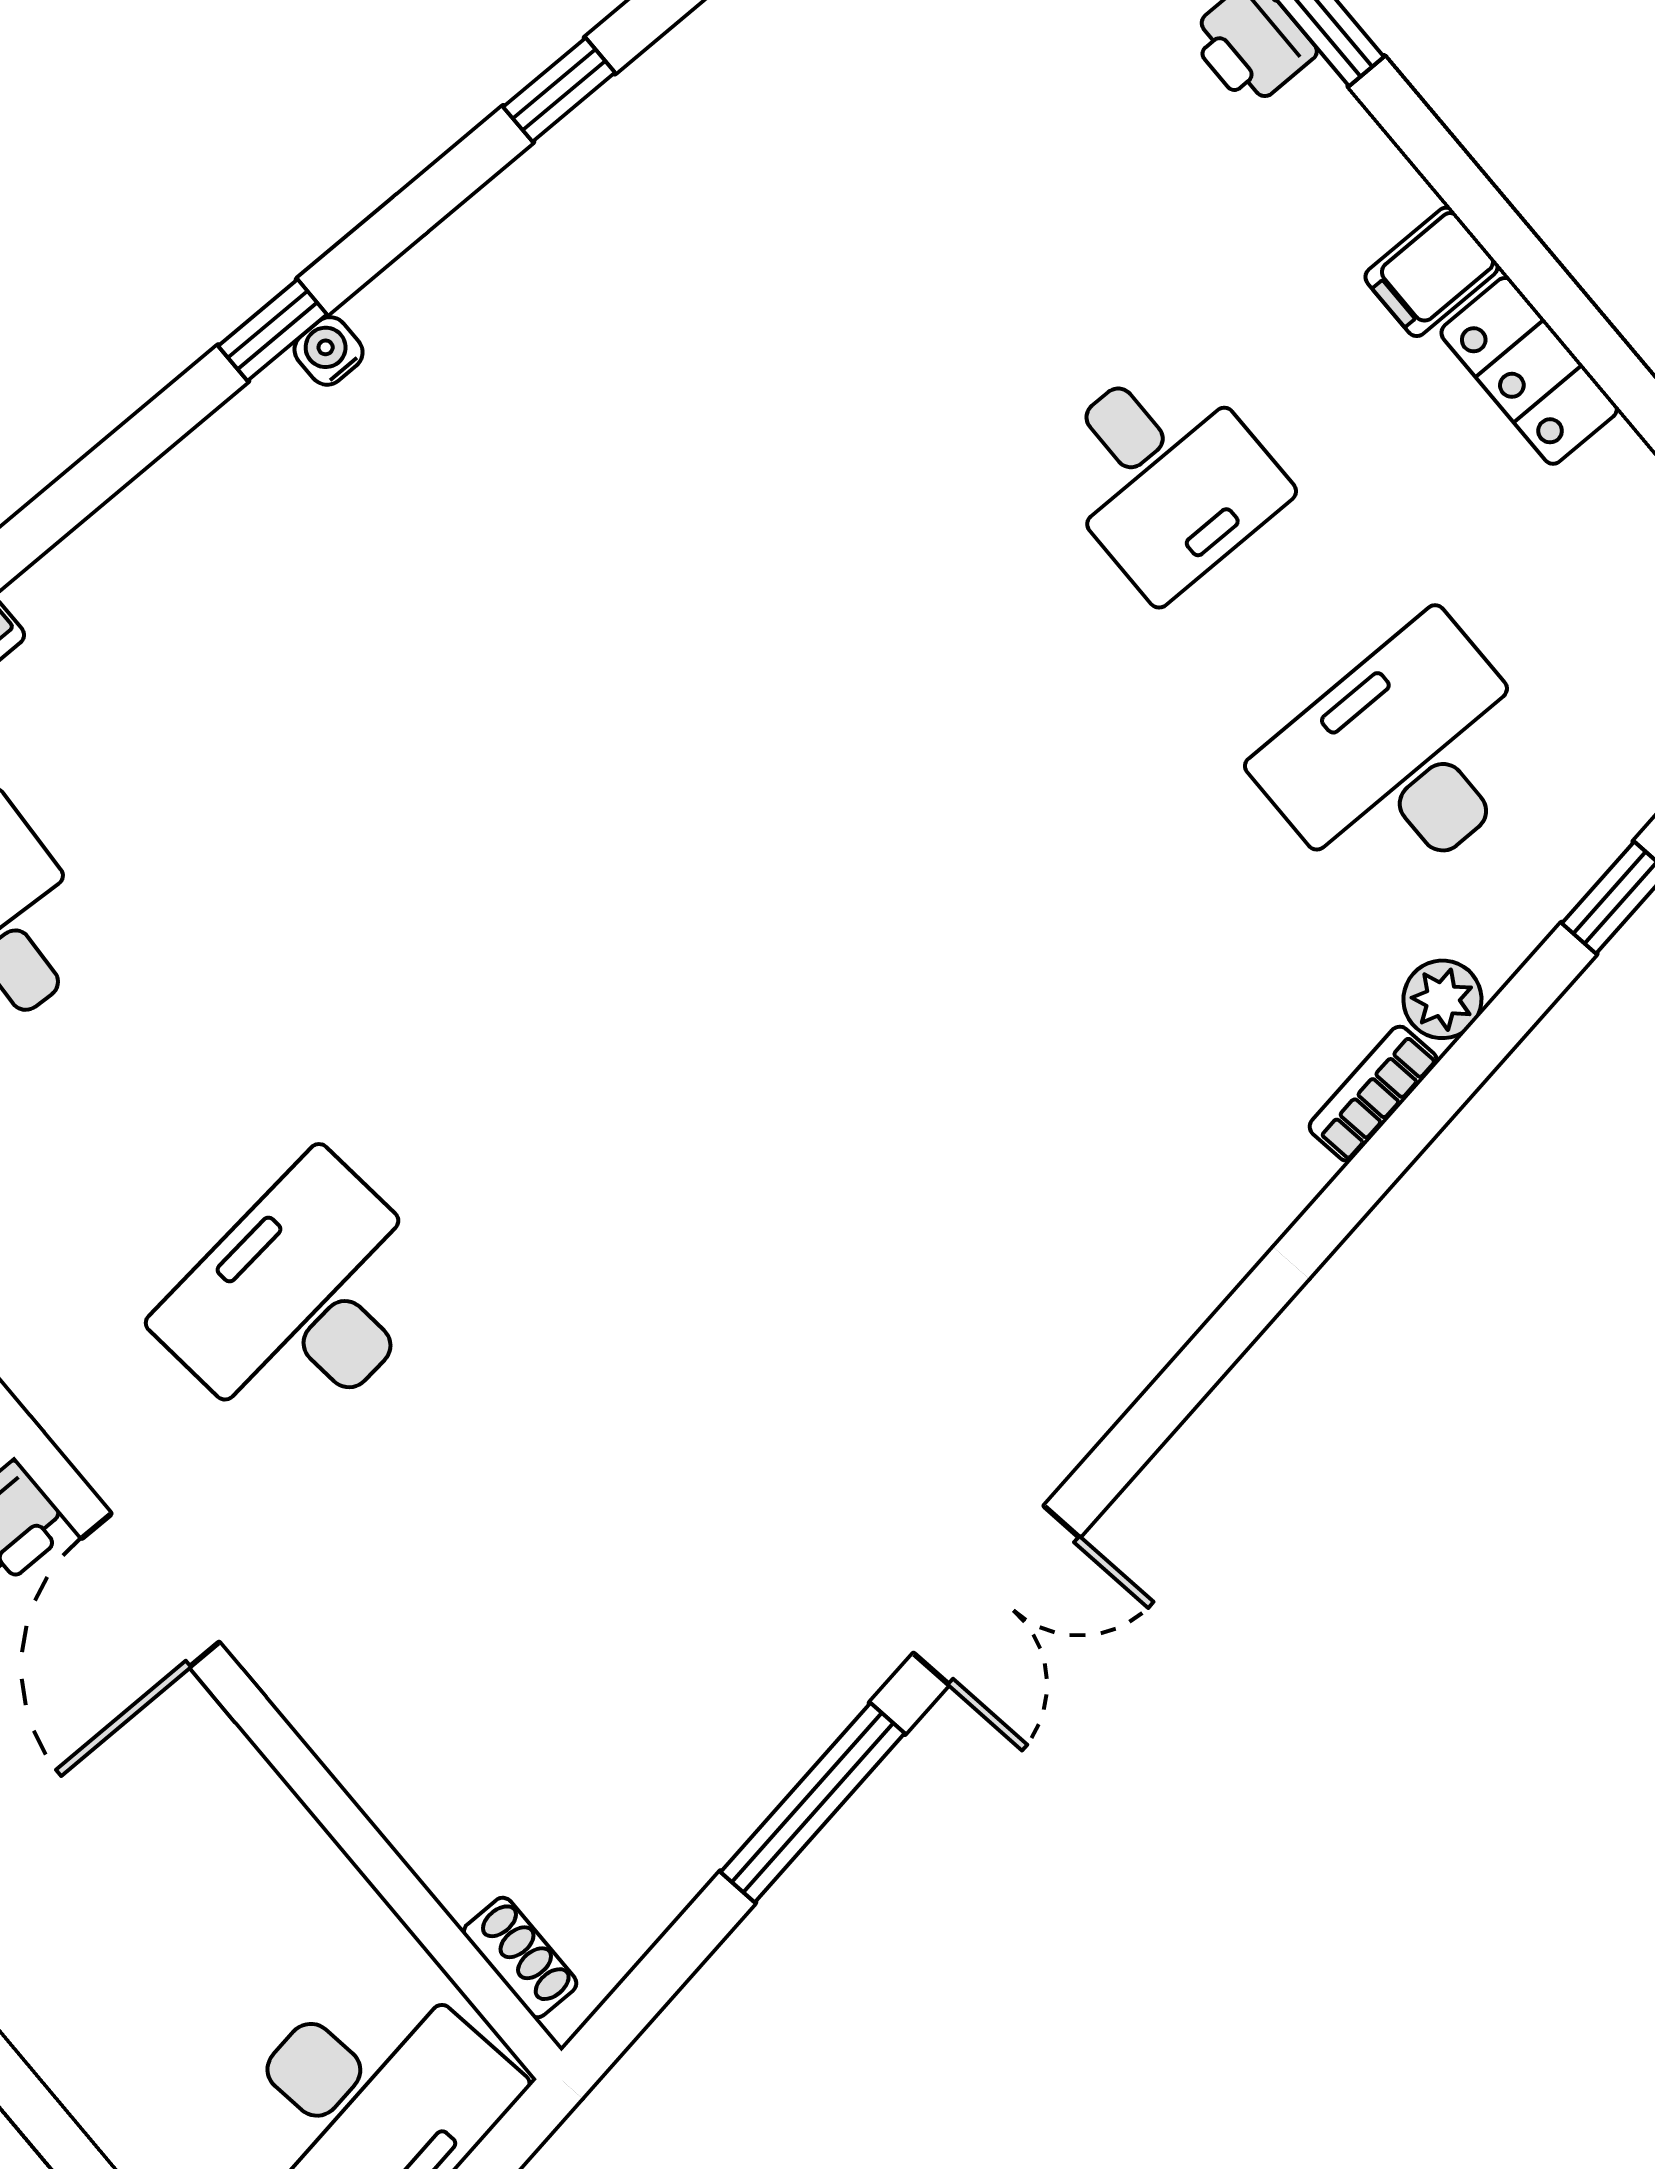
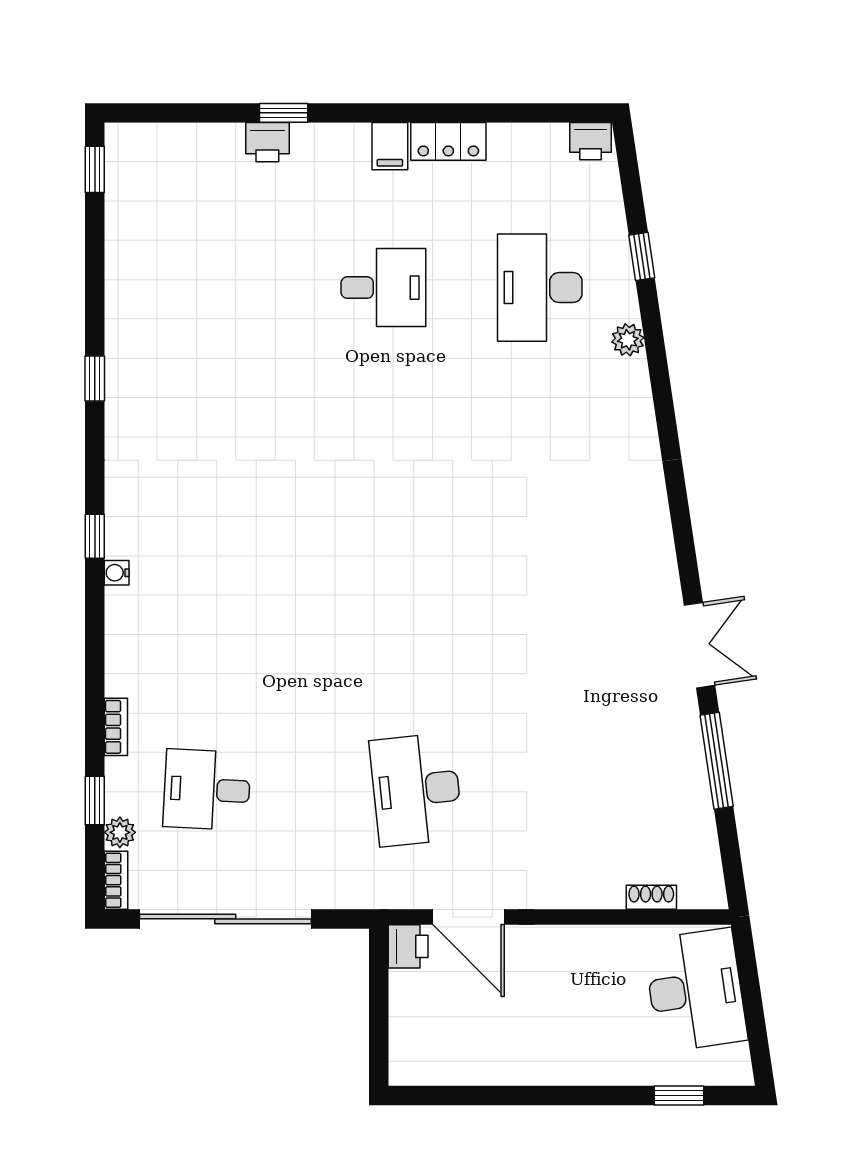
water cooler: (329, 351) -> (117, 573), moved
bookcase: (1373, 1094) -> (640, 388), removed
shoe rack: (520, 1958) -> (651, 897), moved

